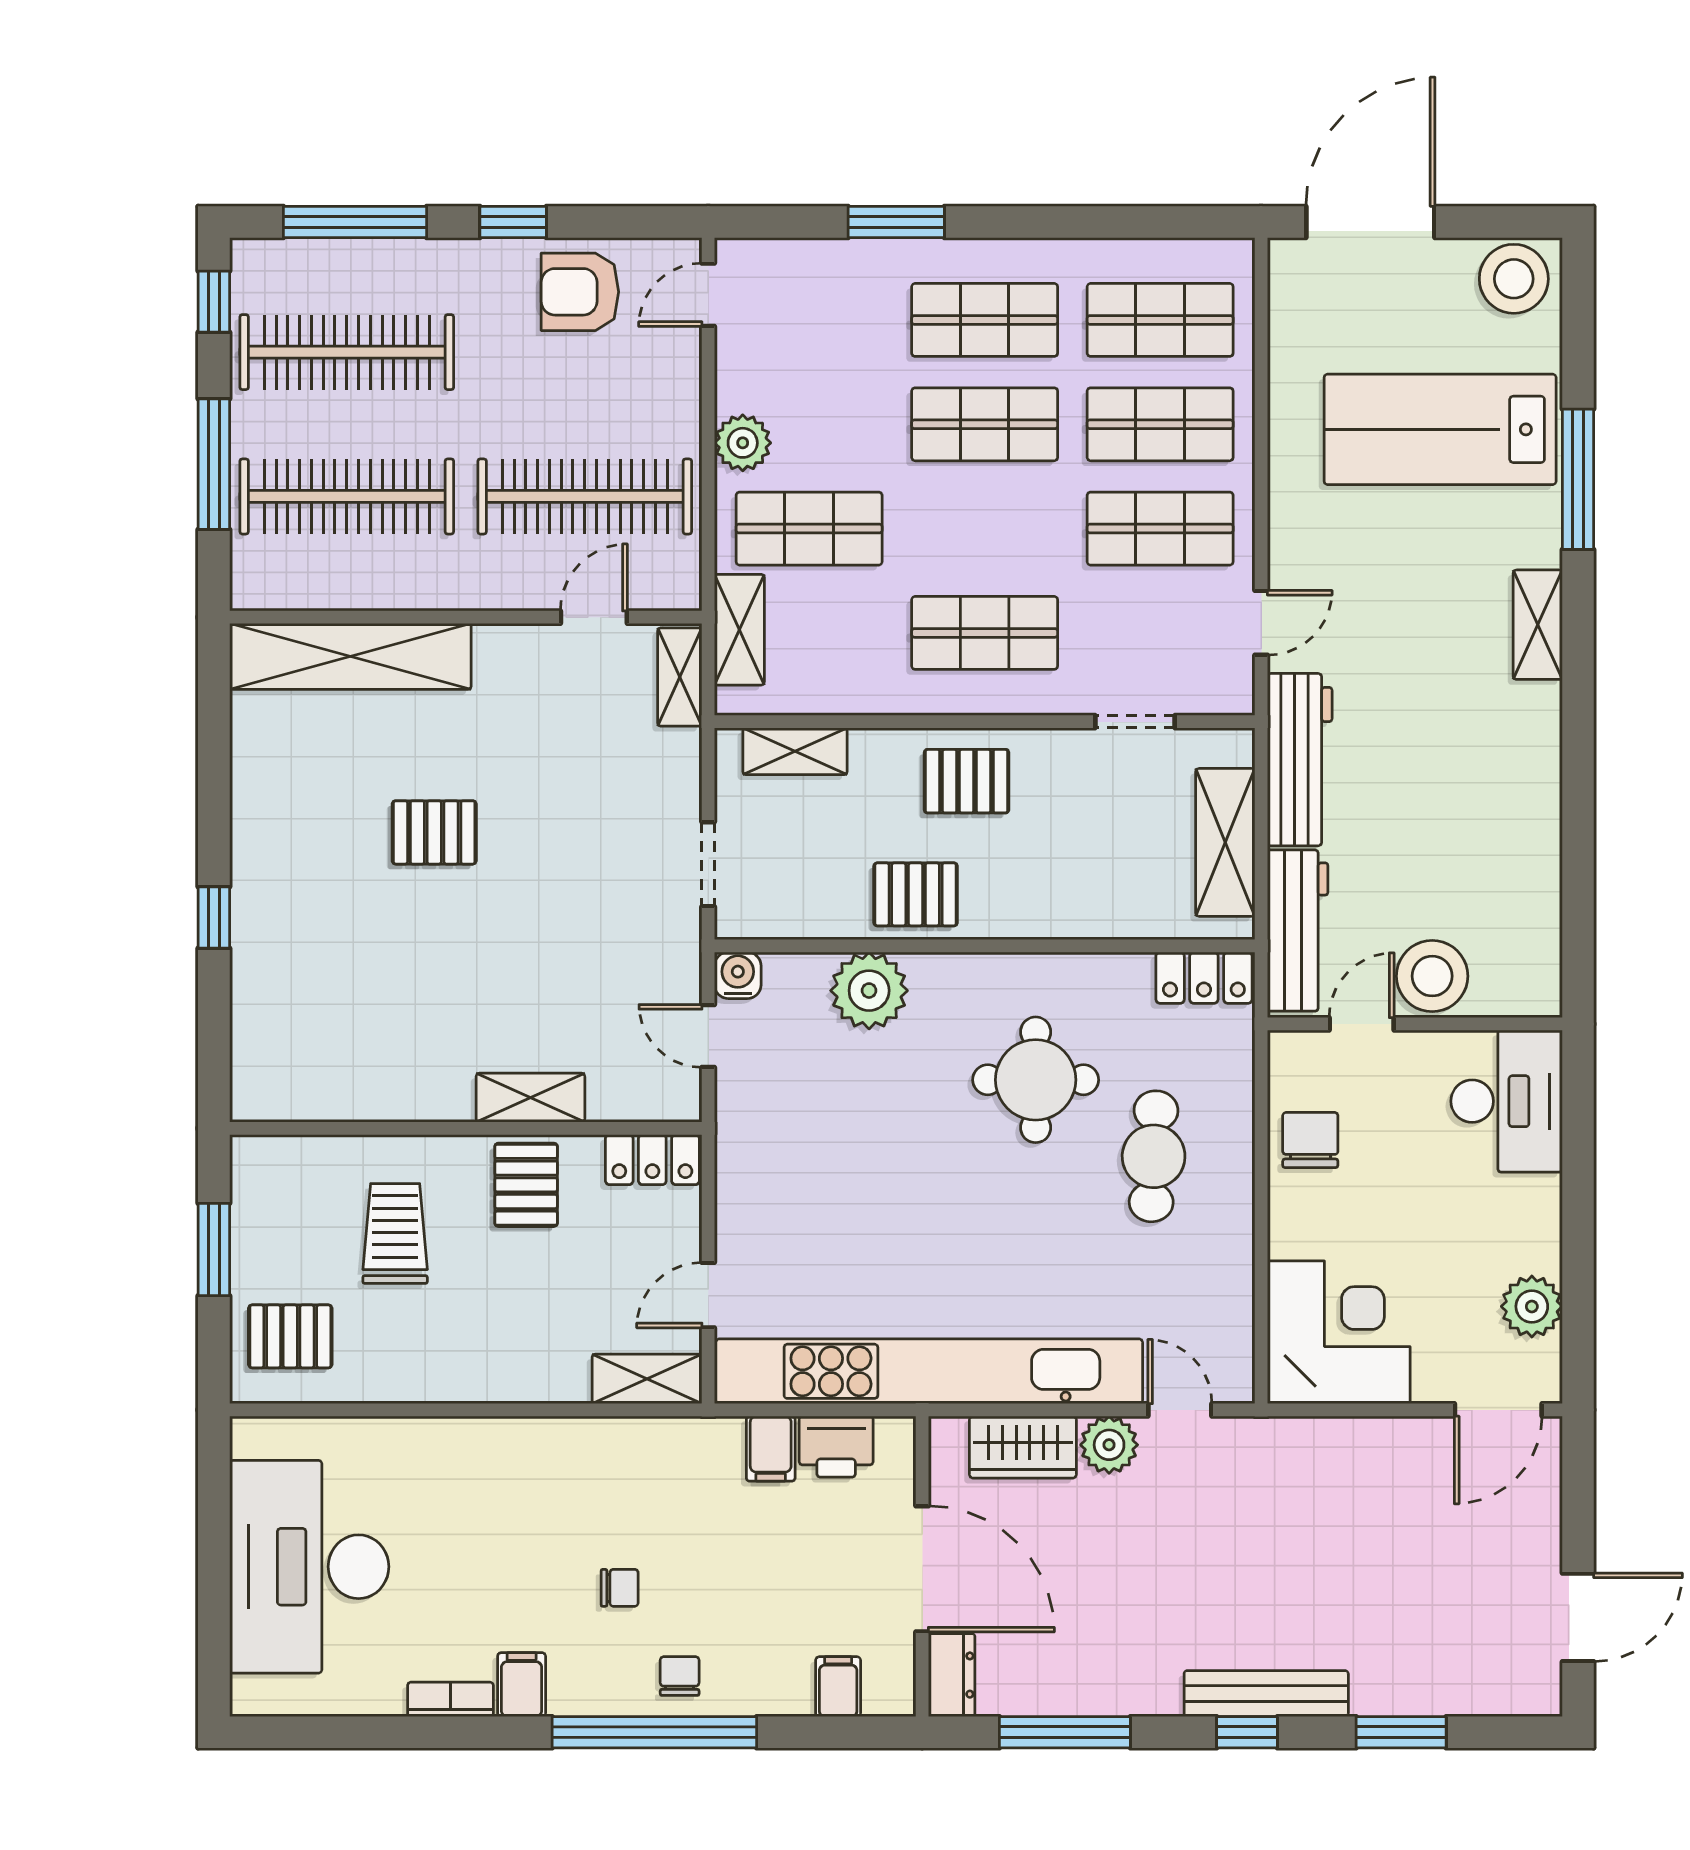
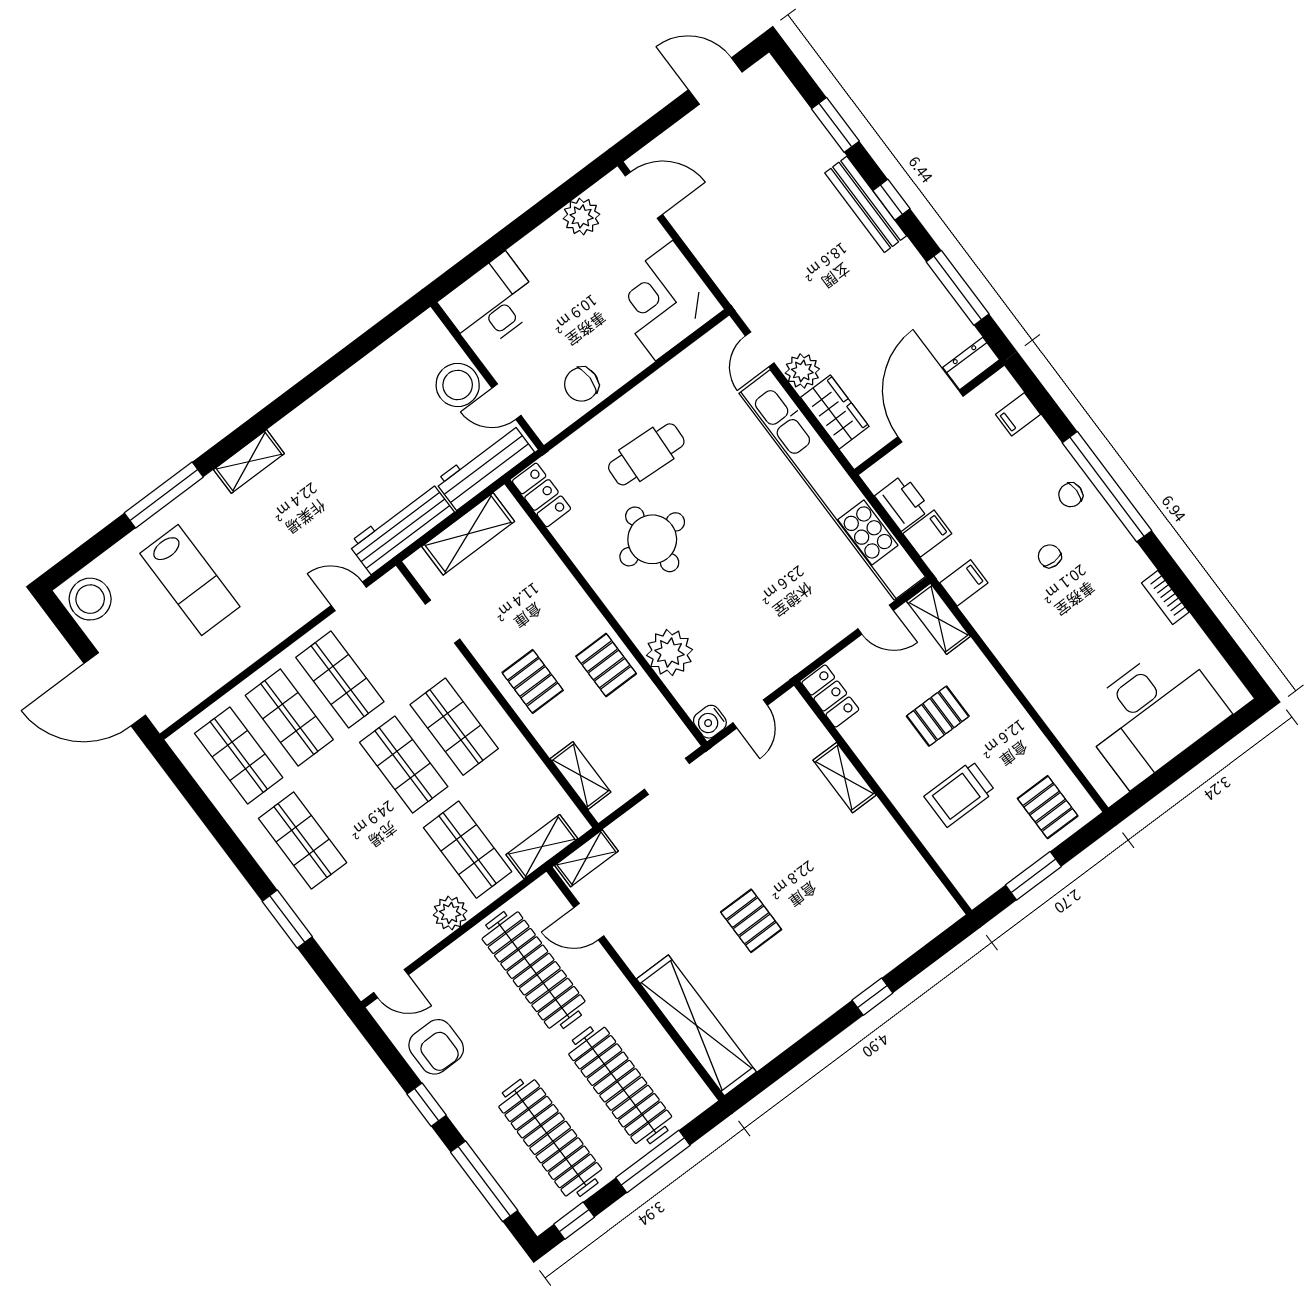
shop shelf: (985, 424) -> (404, 765), moved
lab bench: (1440, 429) -> (190, 580), width x0.73, depth x0.72
pallet: (526, 1185) -> (938, 716), moved
filing cabinet: (522, 1685) -> (964, 583), moved, turned 180

